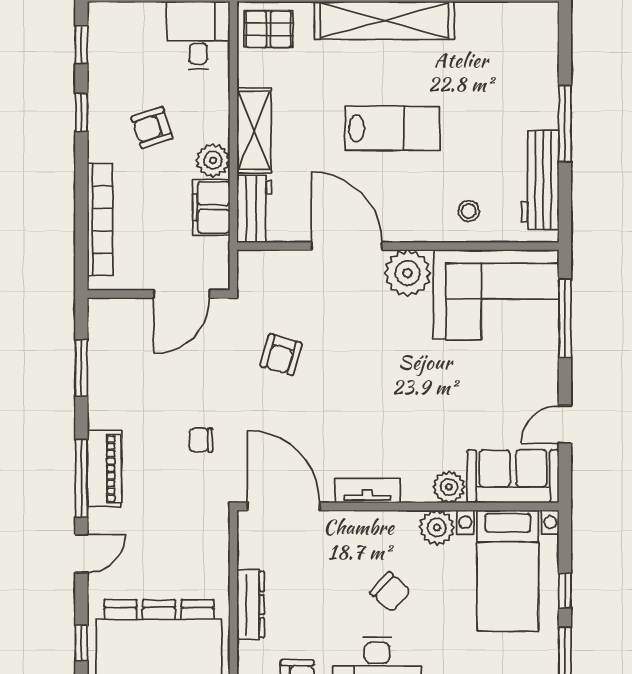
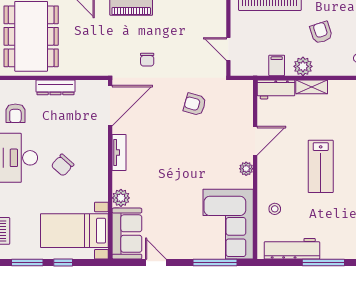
shelving: (254, 130) -> (312, 87), width x0.67, depth x0.75
filing cabinet: (211, 207) -> (277, 65), width x0.50
door: (347, 246) -> (255, 141), width x0.73
plant: (407, 273) -> (246, 169), width x0.53, depth x0.53
door: (182, 294) -> (228, 49), width x0.73
chair: (201, 440) -> (147, 60), turned 180
plant: (437, 528) -> (98, 191), removed

